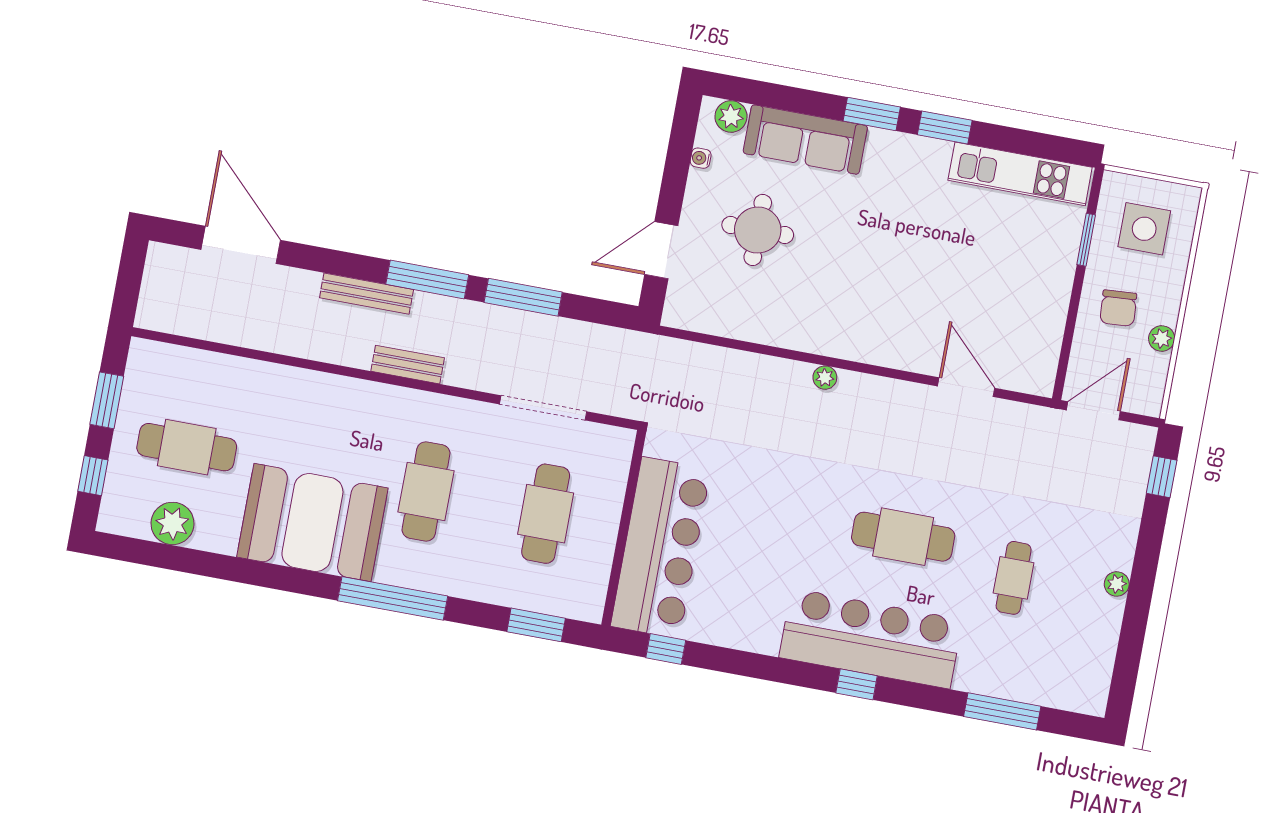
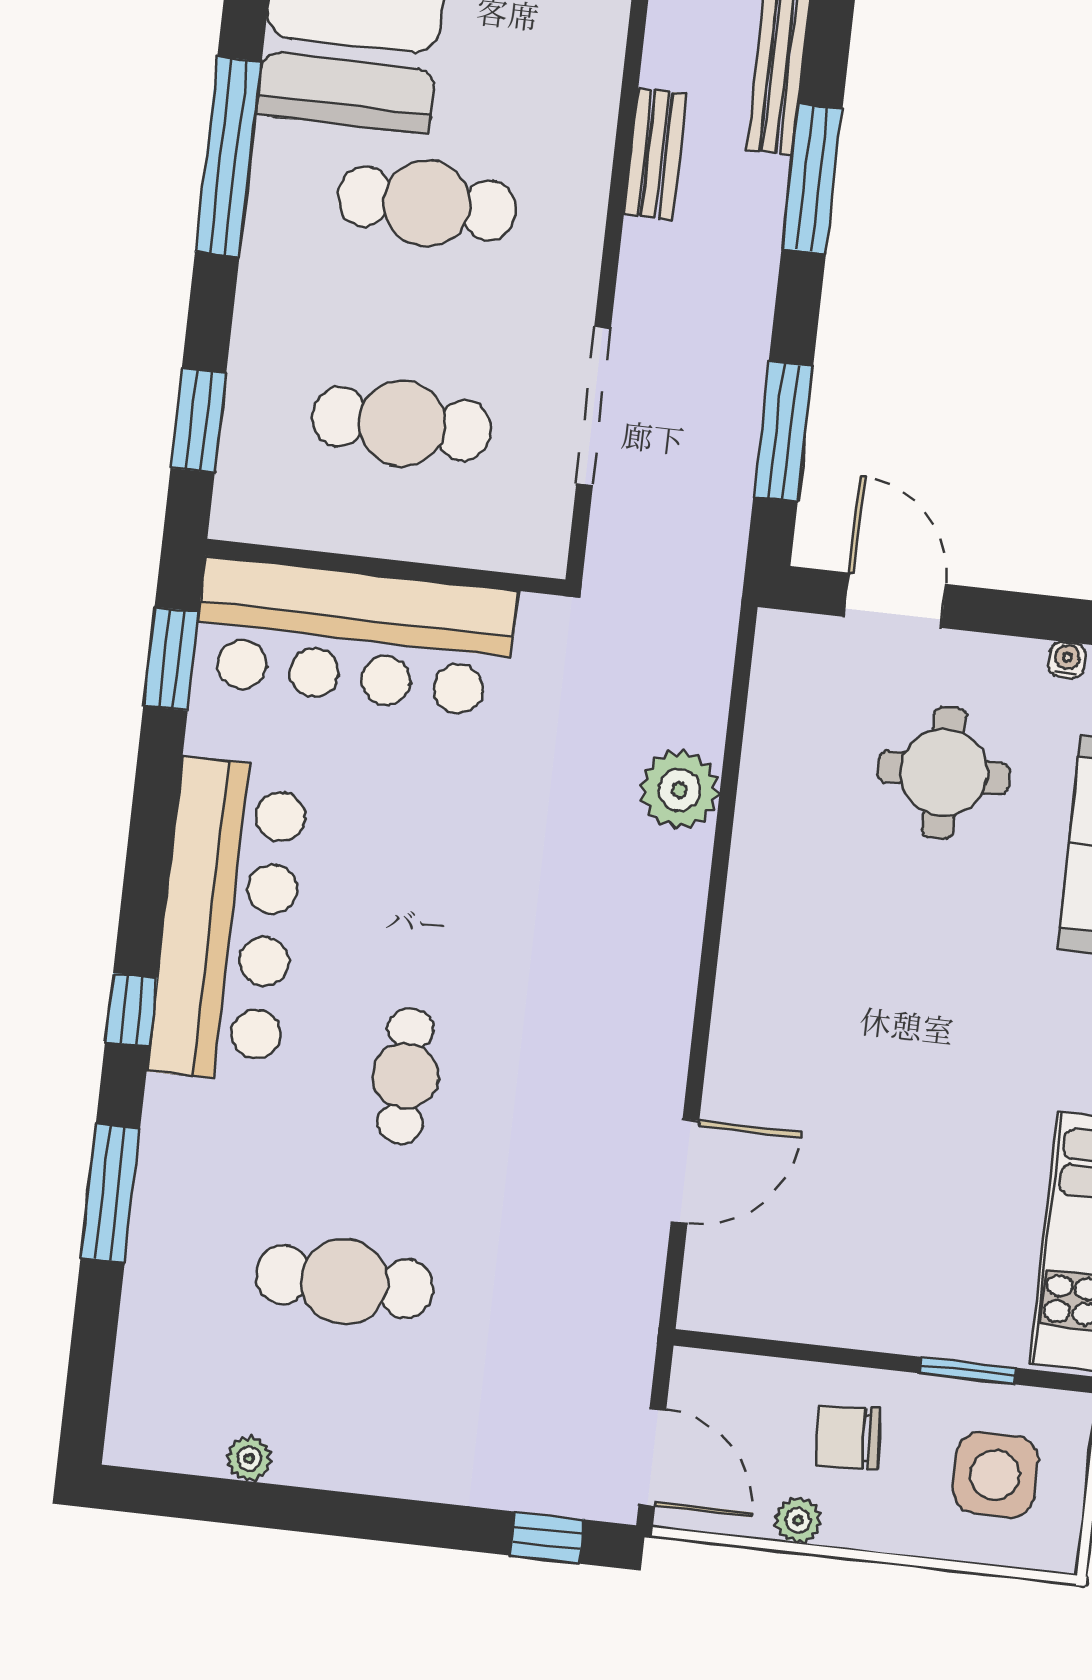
window: (523, 297) -> (783, 431), moved
plant: (825, 378) -> (679, 790), moved, width x1.87, depth x1.87
door: (1093, 411) -> (652, 1457), moved
cafe table: (903, 537) -> (405, 1076), width x0.73, depth x0.74
cafe table: (1014, 578) -> (344, 1282), width x1.37, depth x1.35
plant: (1117, 584) -> (249, 1459), moved
bar counter: (871, 639) -> (229, 921), moved
window: (666, 649) -> (171, 659), width x1.50
window: (1002, 711) -> (110, 1193), moved

